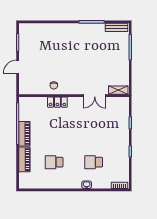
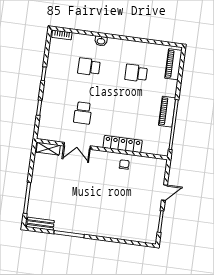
double door: (95, 96) -> (77, 146), swing flipped
locker: (57, 102) -> (123, 144), width x1.53
school desk: (94, 123) -> (83, 113), added
piano: (24, 159) -> (173, 64), moved
school desk: (54, 162) -> (136, 73), turned 180
school desk: (94, 162) -> (89, 67), turned 180

